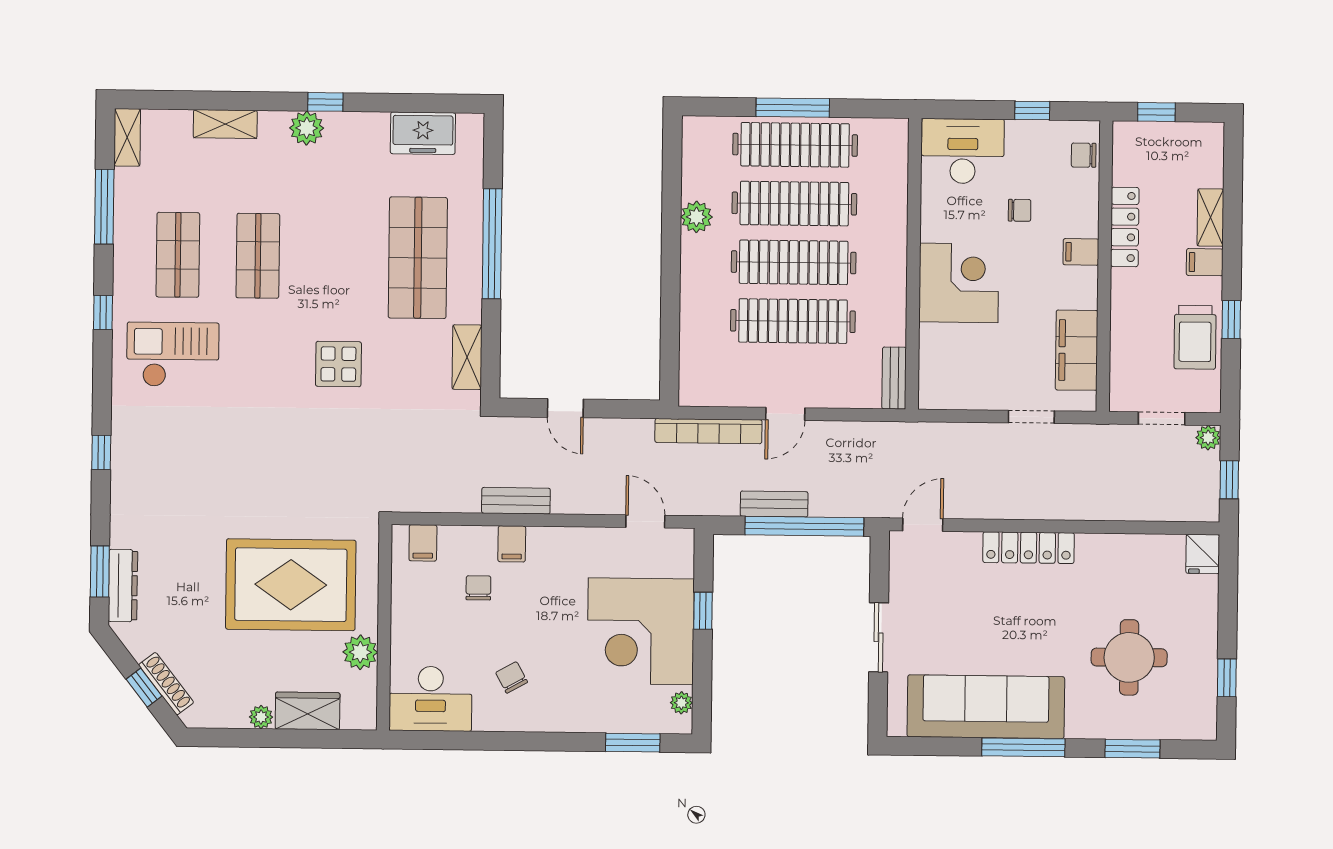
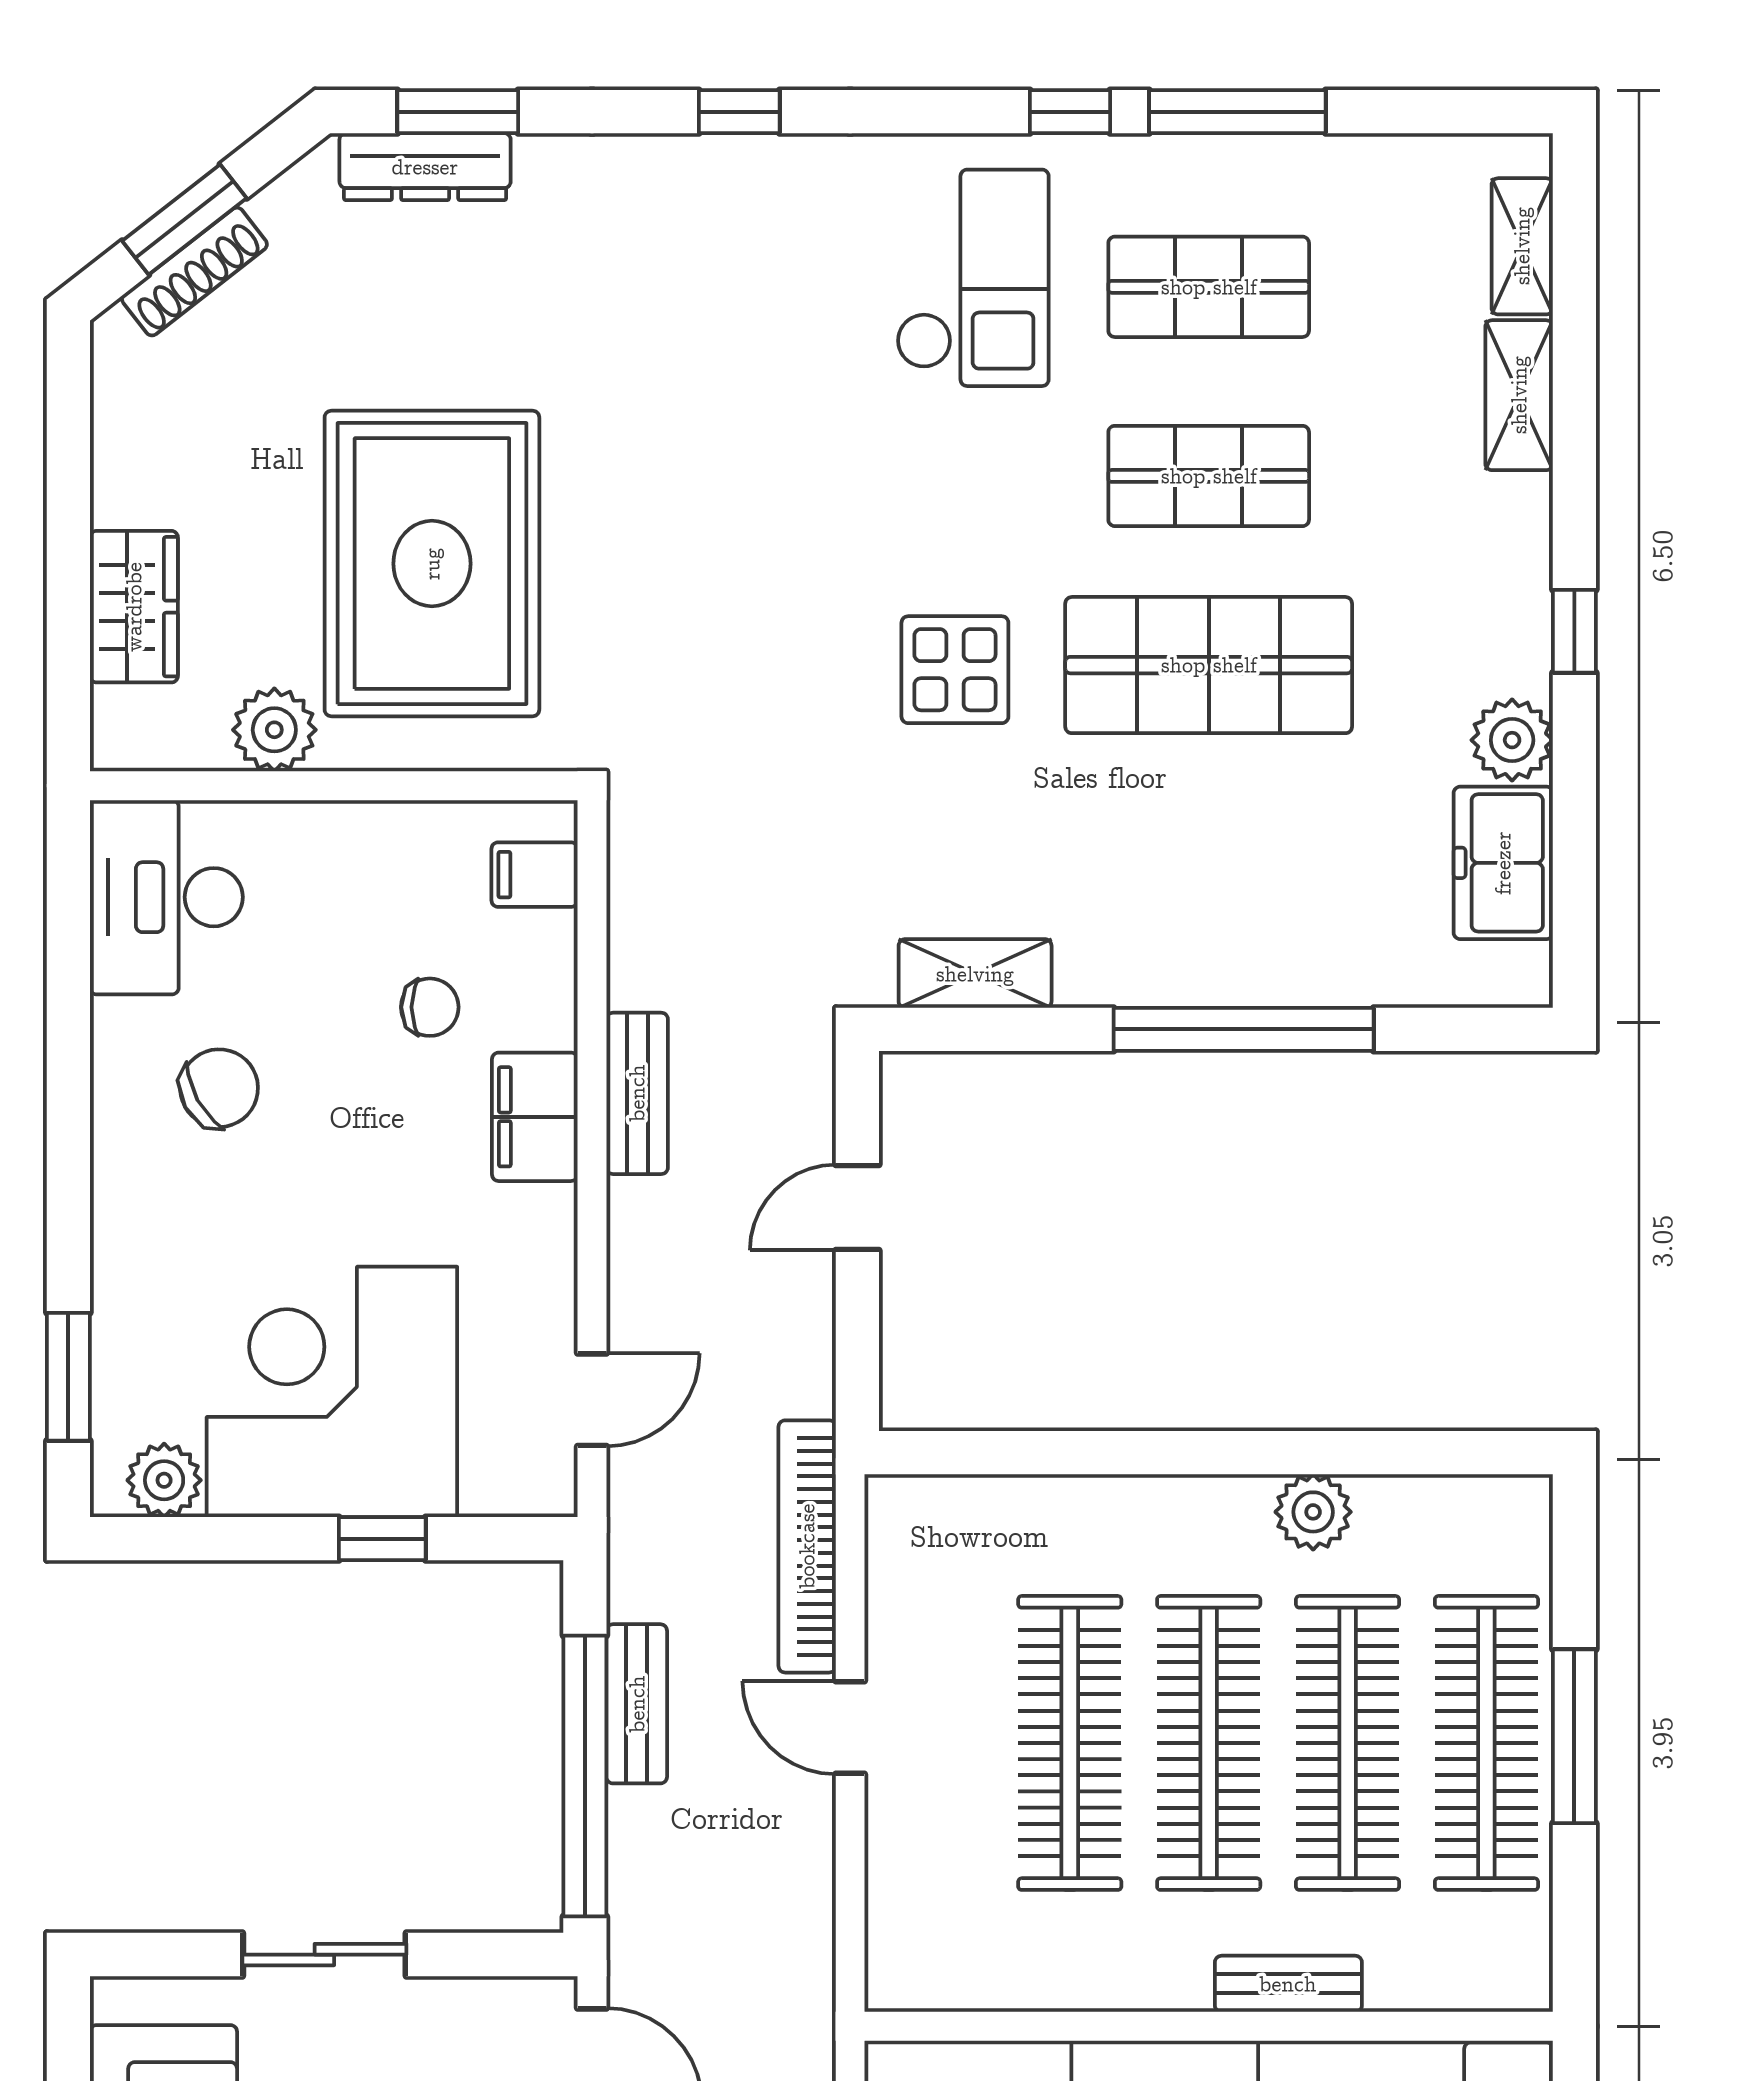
plant: (307, 128) -> (1512, 740), moved
shelving: (127, 137) -> (1522, 246), moved, turned 90
window: (104, 207) -> (1237, 112), moved
shop shelf: (418, 258) -> (1209, 665), moved
bench: (894, 378) -> (1288, 1984), moved
filing cabinet: (512, 544) -> (535, 1117), width x2.00
chair: (512, 677) -> (219, 1088), width x1.37, depth x1.37
window: (144, 688) -> (184, 220), width x1.50
plant: (681, 703) -> (164, 1480), width x1.38, depth x1.38
plant: (261, 717) -> (118, 497), removed

